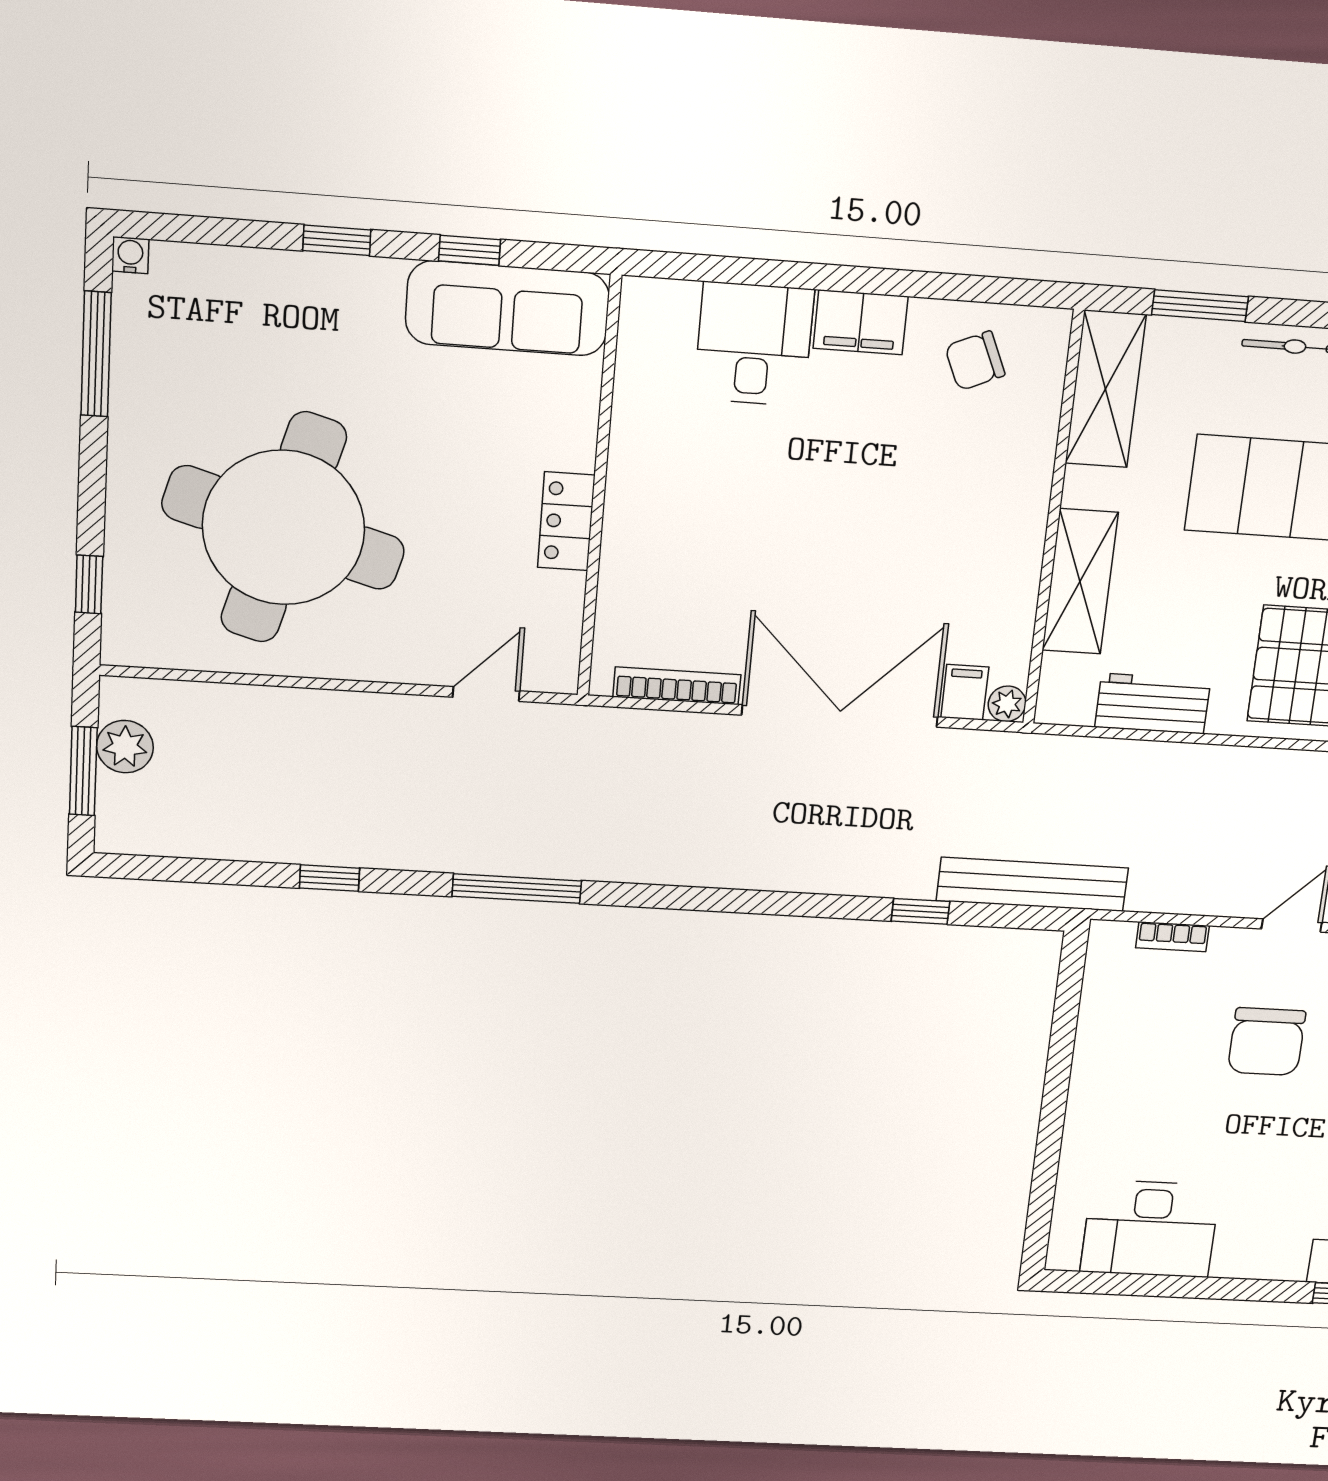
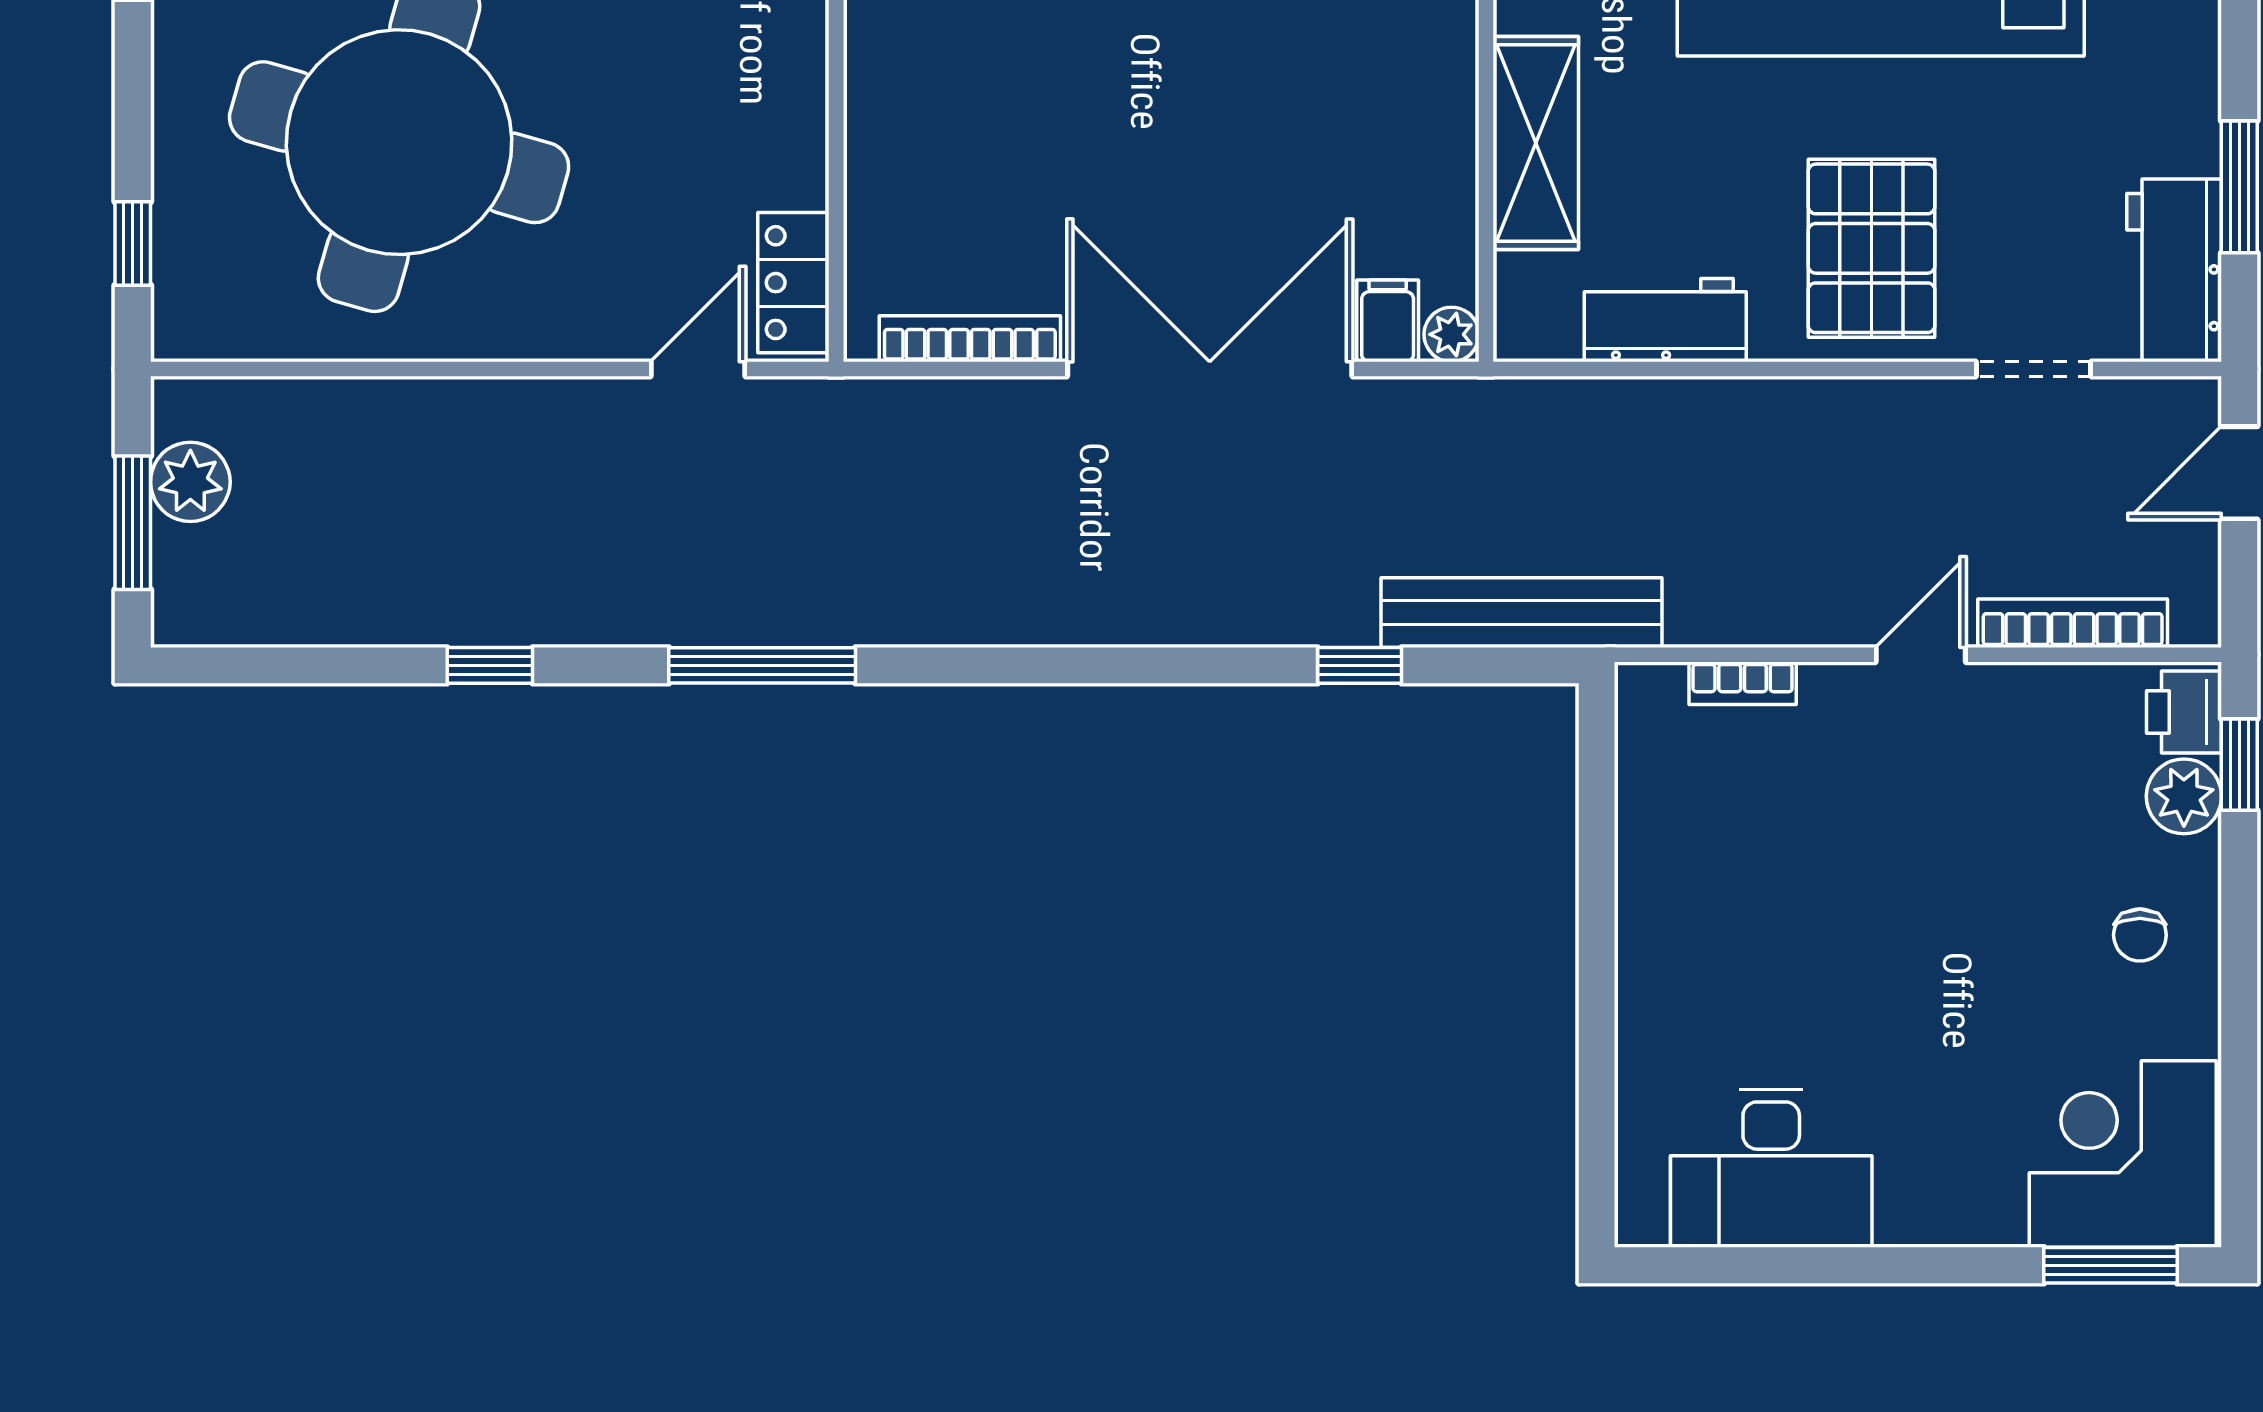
locker: (566, 521) -> (793, 283), moved
chair: (1267, 1042) -> (1909, 845), removed

